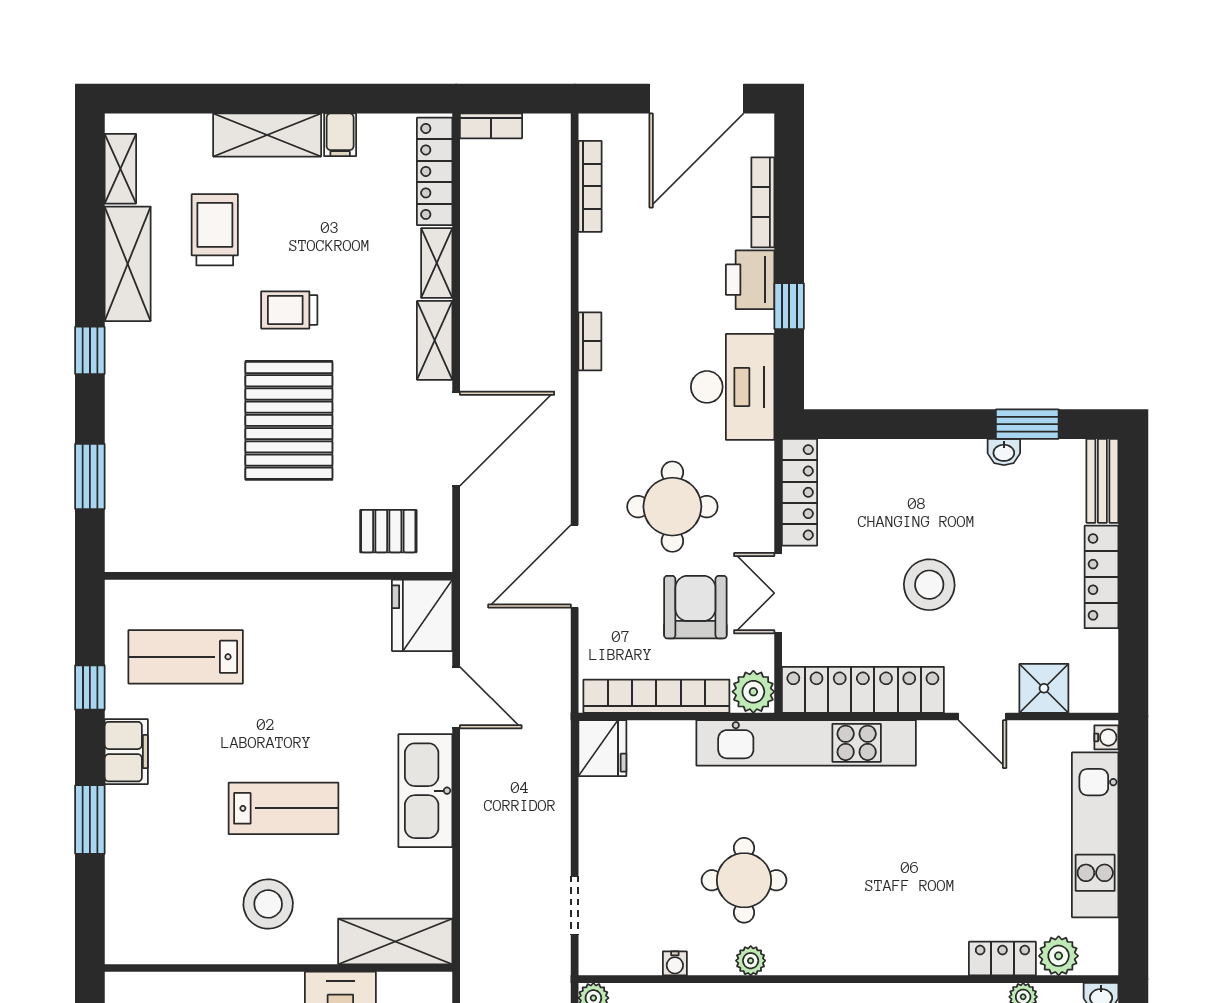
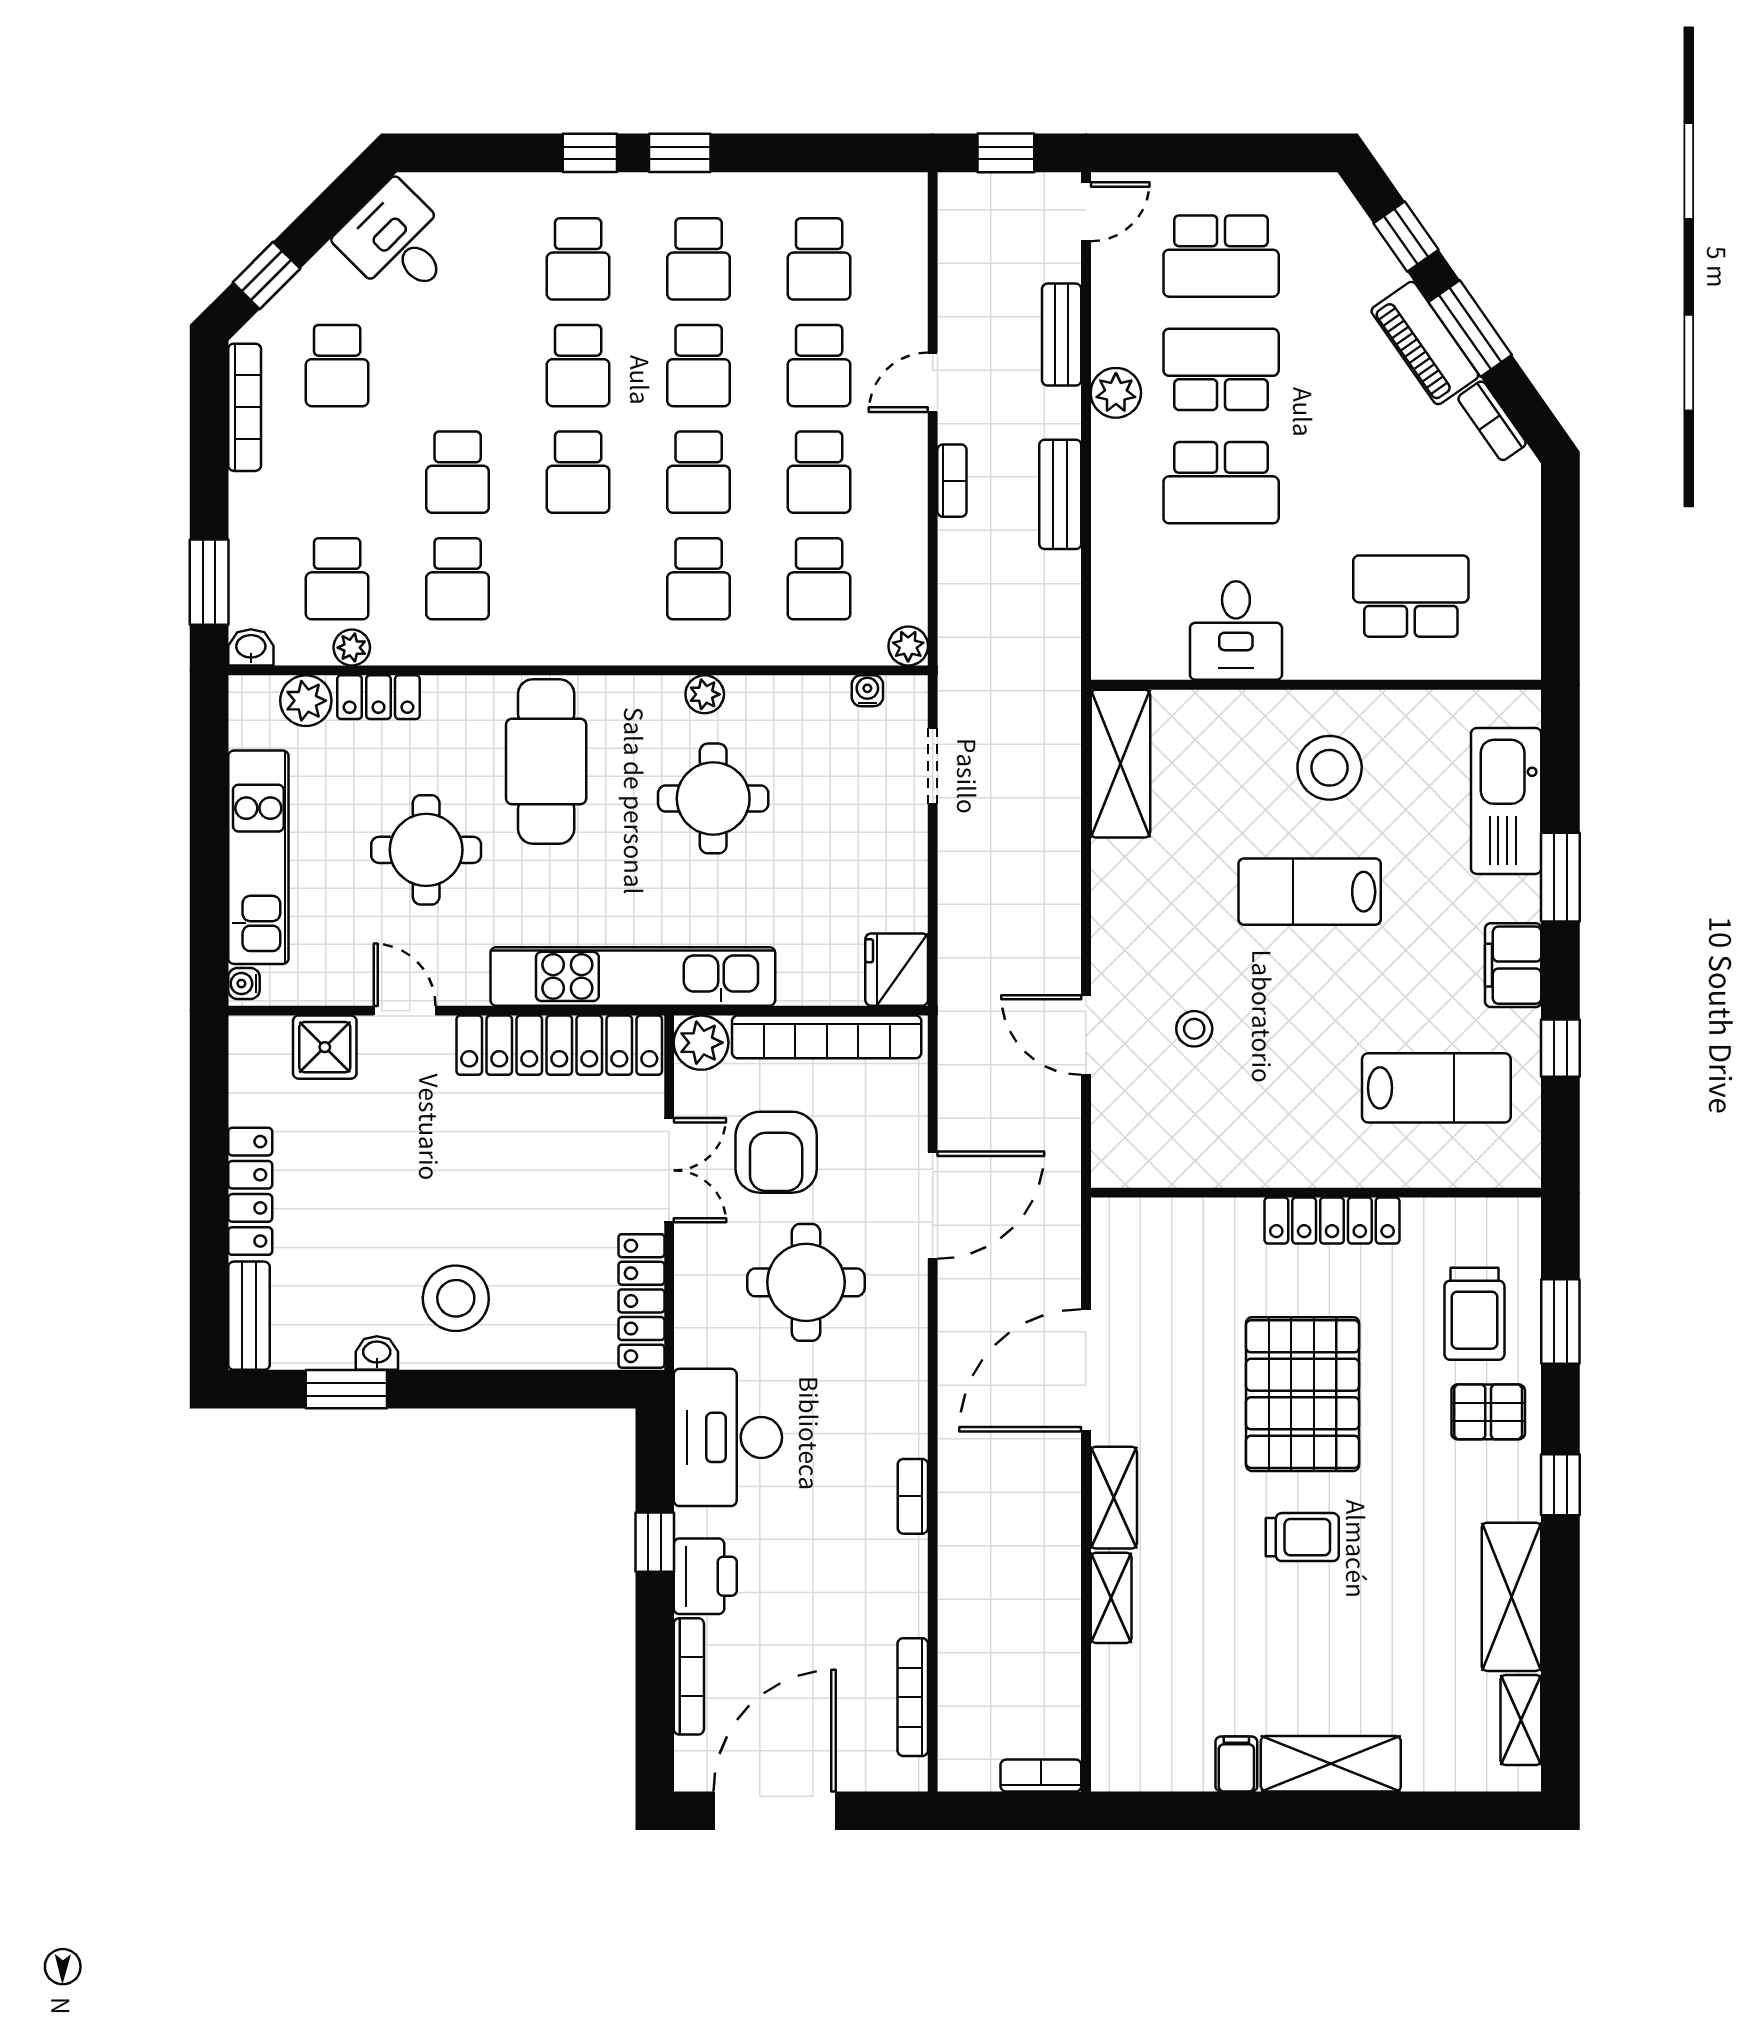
locker: (435, 171) -> (1332, 1221), moved, turned 90
trolley: (215, 230) -> (1474, 1314), moved
pallet: (388, 531) -> (1488, 1412), moved
stool: (929, 585) -> (456, 1298), moved
fridge: (422, 615) -> (1130, 1142), removed
stool: (373, 702) -> (1194, 1029), added
kitchen sink: (425, 791) -> (1506, 801), moved, turned 180
round table: (966, 841) -> (426, 850), added
cafe table: (873, 909) -> (546, 761), added
shelving: (395, 941) -> (1120, 764), moved, turned 90
water cooler: (675, 963) -> (867, 691), moved

